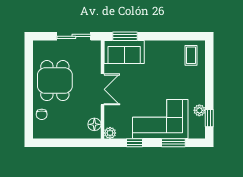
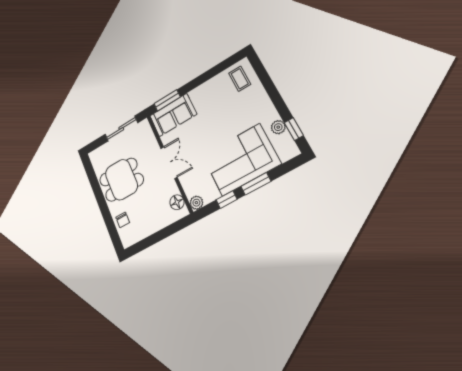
dining table: (55, 81) -> (121, 180), turned 90
window: (173, 143) -> (256, 184), moved

